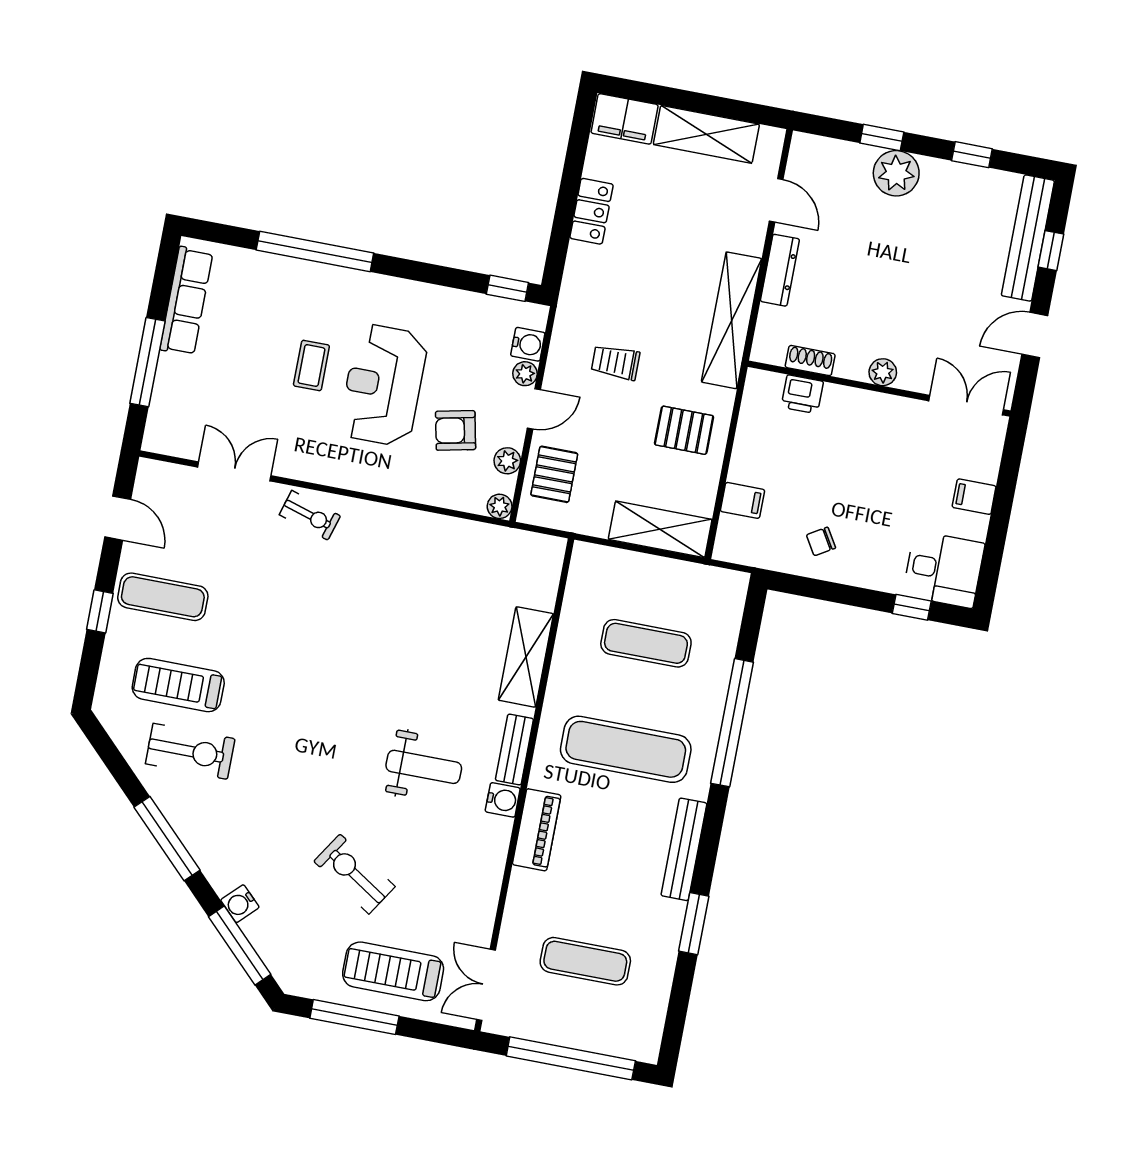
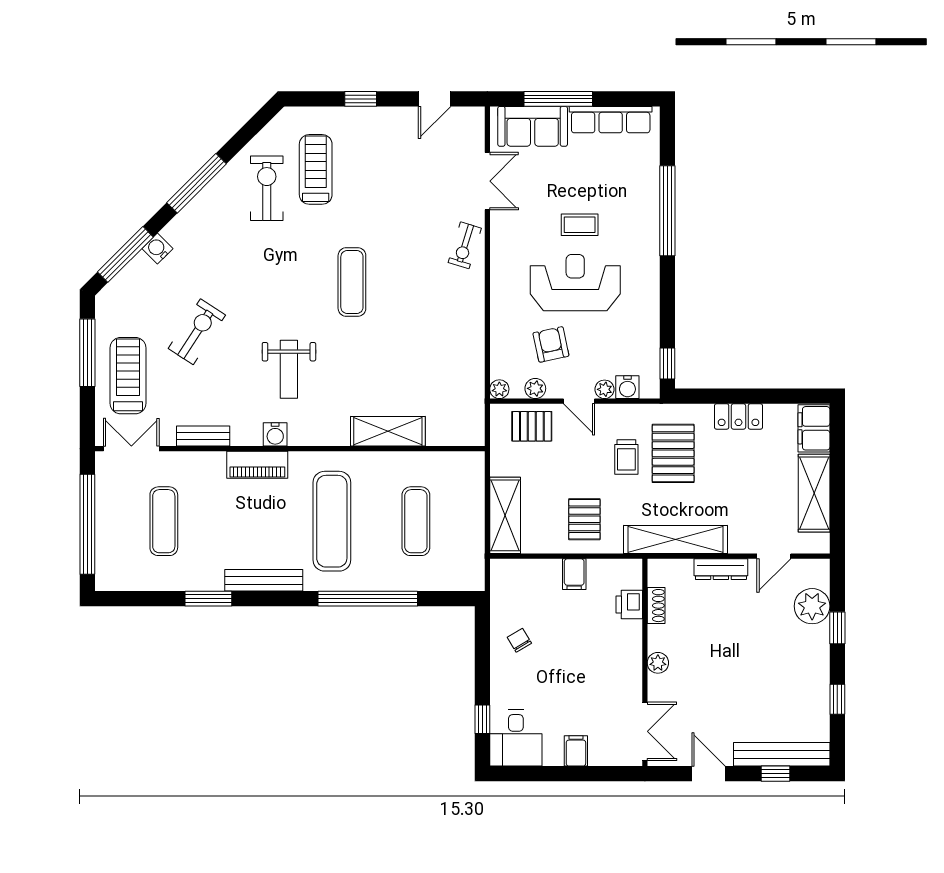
plant: (896, 173) -> (812, 606), moved
pallet: (622, 303) -> (673, 453), added
trolley: (616, 362) -> (626, 457), turned 180
sofa: (176, 401) -> (533, 126), added
filing cabinet: (742, 500) -> (574, 574), moved
exercise mat: (163, 597) -> (352, 282), moved
bench: (514, 750) -> (203, 436), moved
exercise bike: (190, 751) -> (267, 188), turned 180

